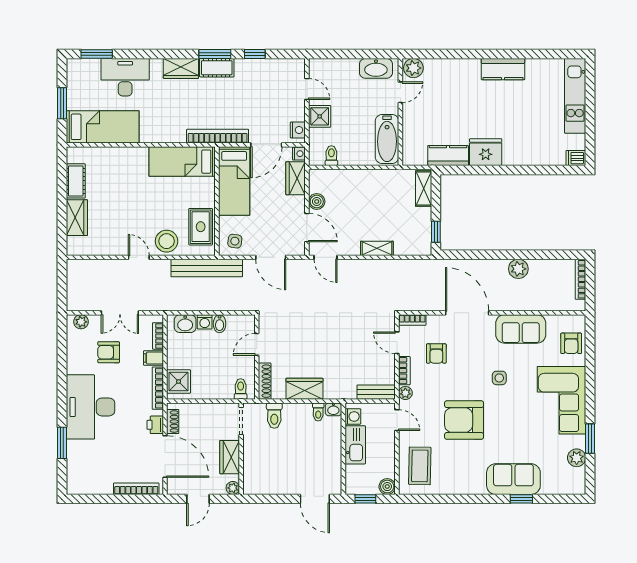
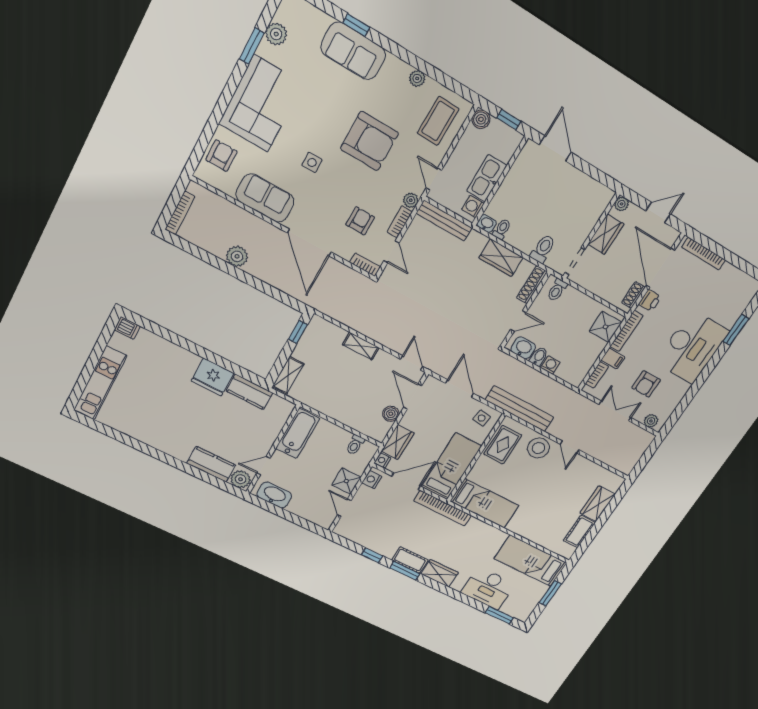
kitchen counter: (503, 69) -> (211, 464), moved
washbasin: (185, 324) -> (523, 348), moved
armchair: (109, 352) -> (646, 384), turned 90
bench: (376, 392) -> (444, 221), width x1.36
plant: (454, 488) -> (417, 78), added

